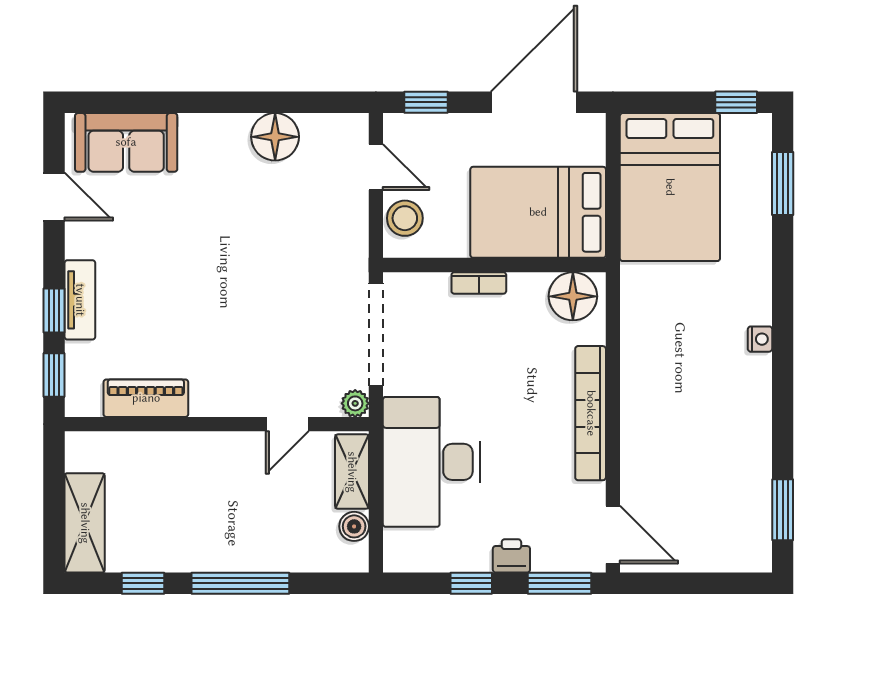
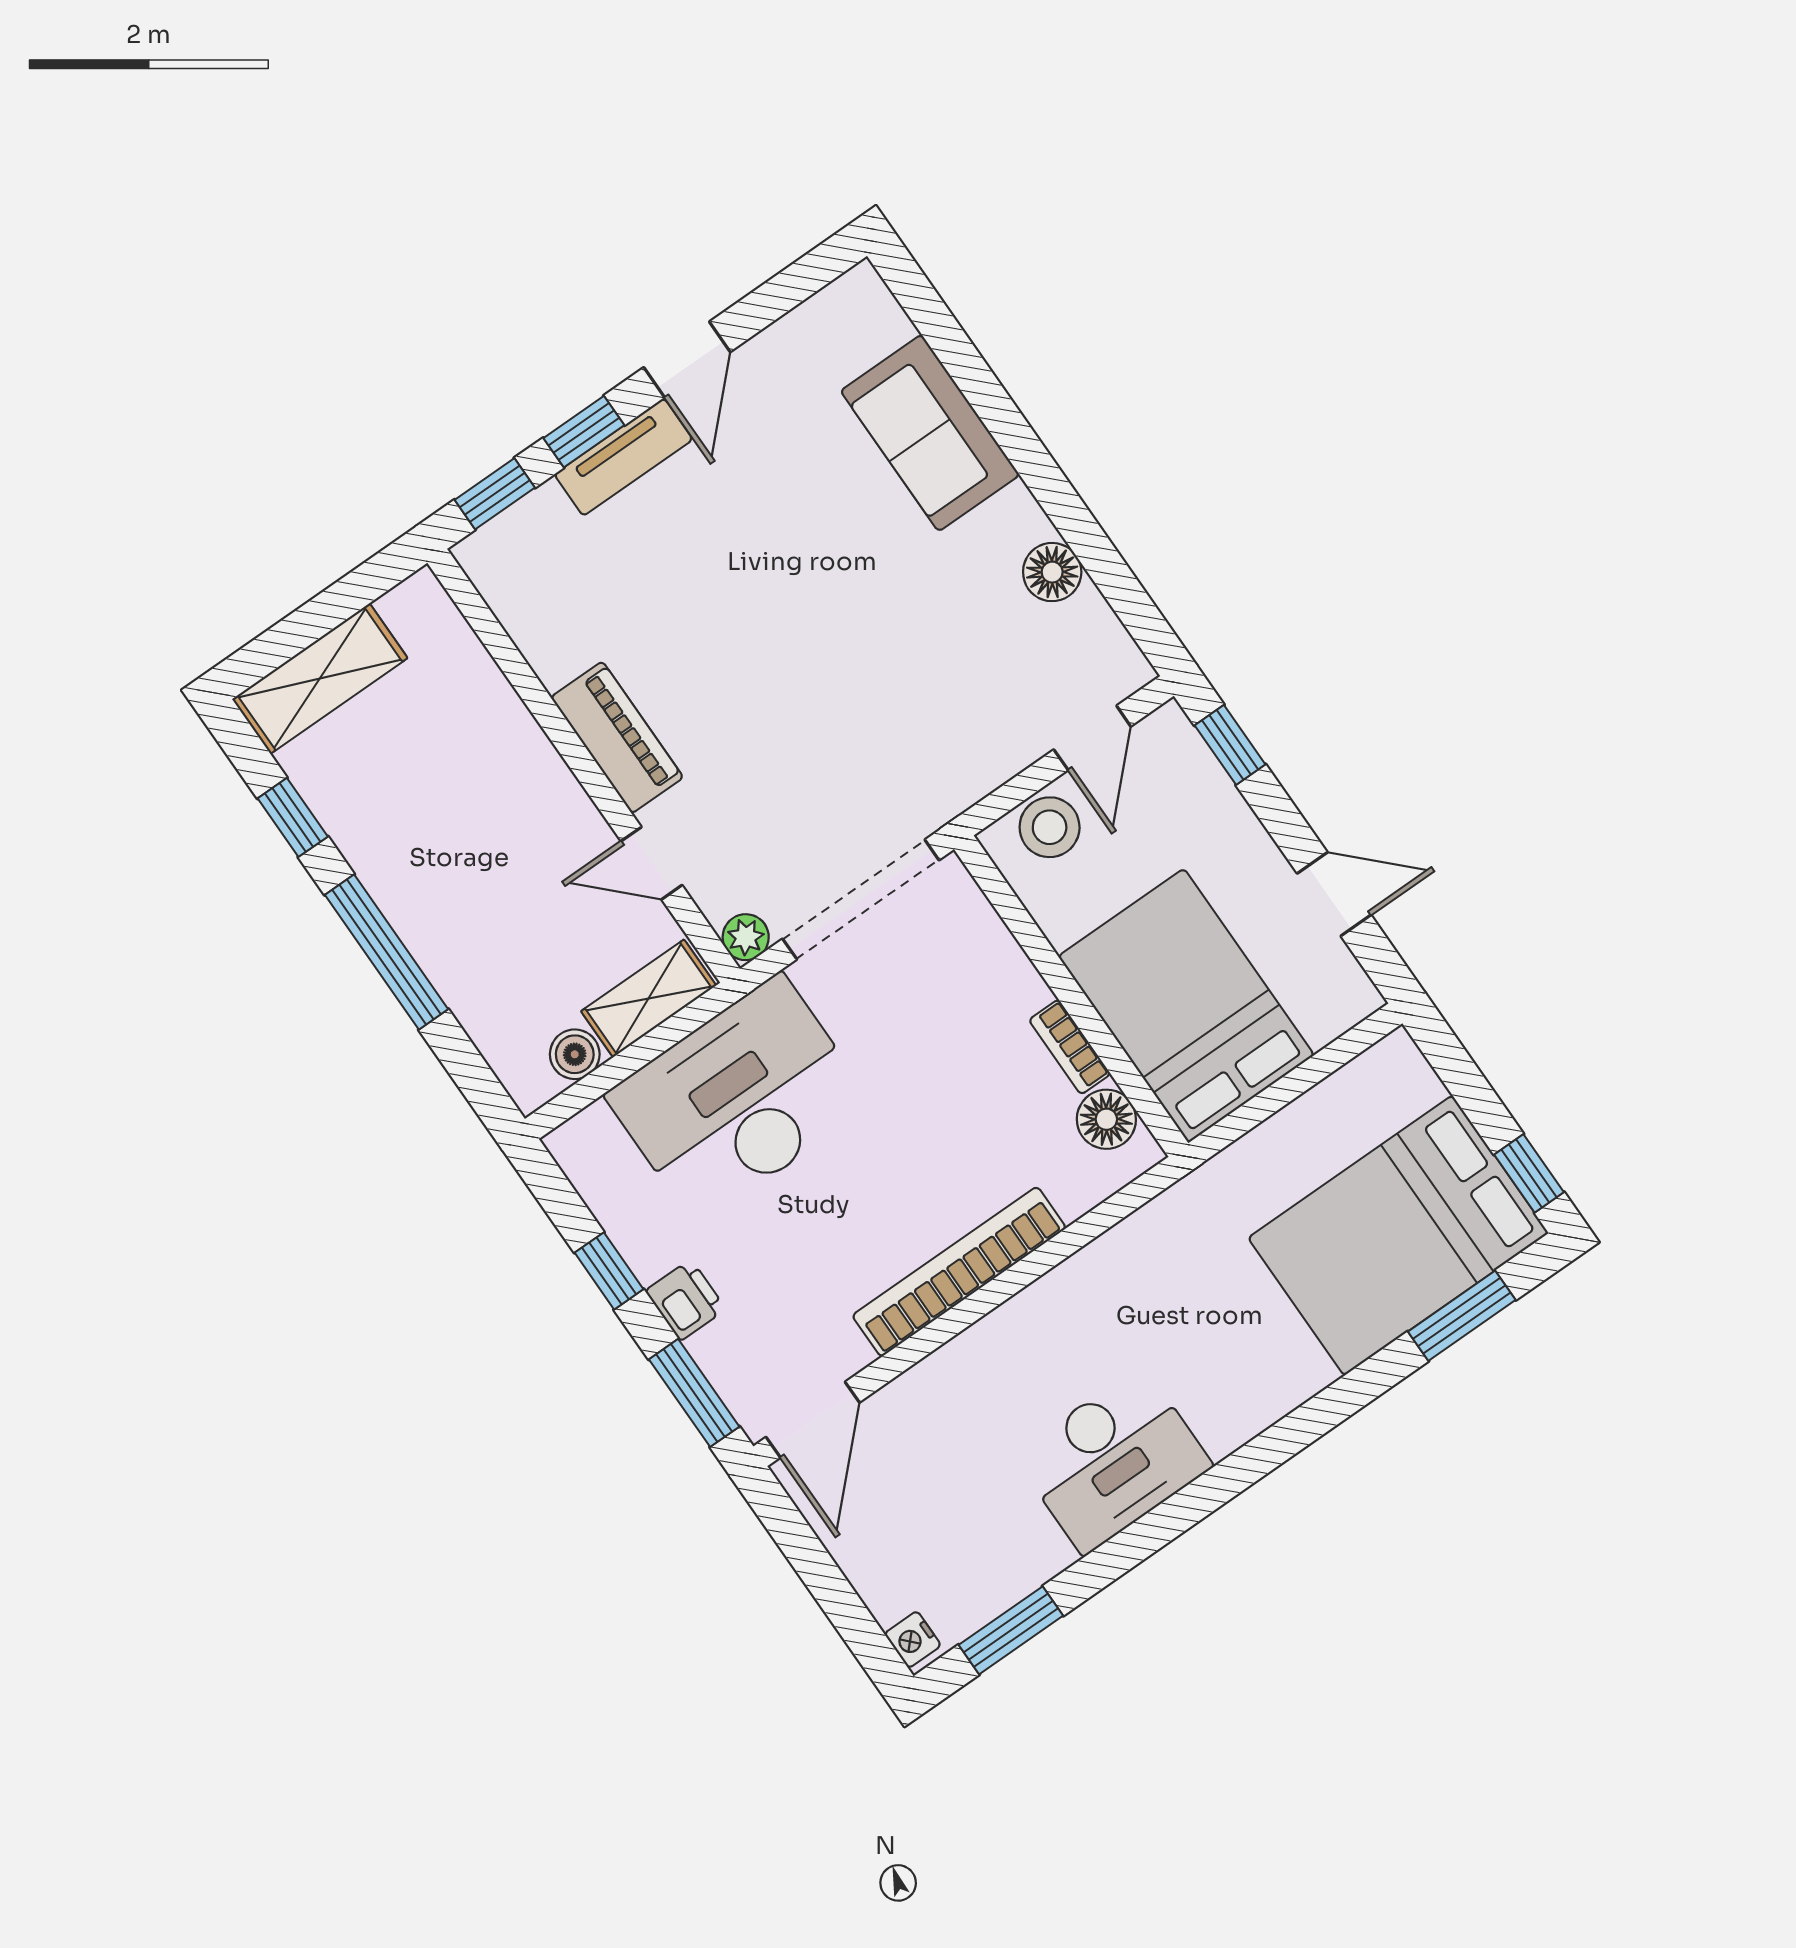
door: (534, 102) -> (1334, 894), width x0.53
floor lamp: (275, 137) -> (1052, 572), width x0.73, depth x0.73
sofa: (126, 142) -> (930, 433), moved
bed: (670, 187) -> (1398, 1235), moved
door: (54, 197) -> (687, 360), moved
bookcase: (479, 283) -> (1070, 1047), moved
floor lamp: (573, 296) -> (1106, 1119), width x0.73, depth x0.73
nightstand: (760, 339) -> (913, 1640), moved, turned 90
piano: (146, 398) -> (617, 737), moved
desk: (735, 402) -> (1113, 1460), added

